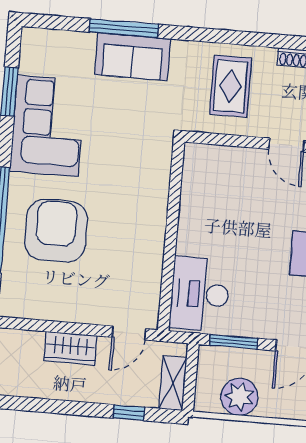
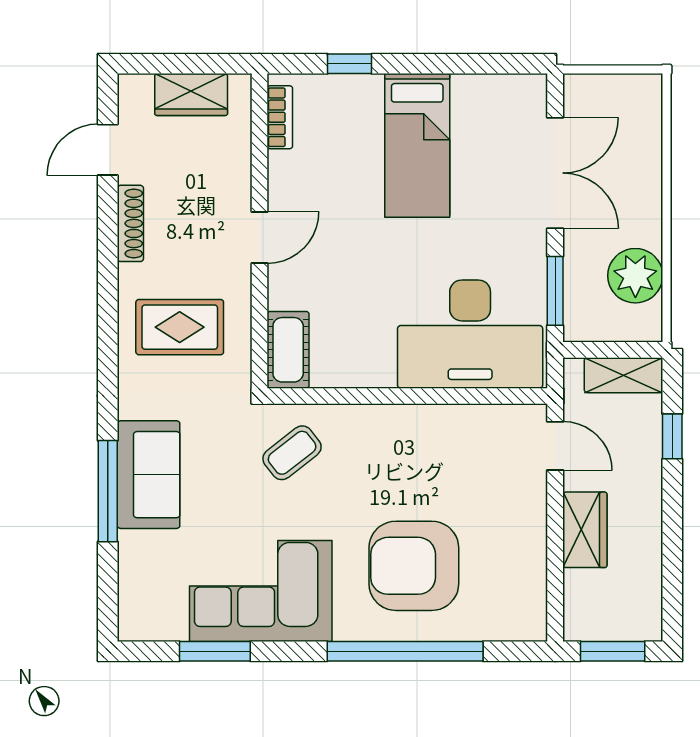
coffee table: (139, 155) -> (292, 453), added
cot: (209, 158) -> (288, 350), added
desk: (200, 294) -> (470, 334), width x1.36, depth x1.30

